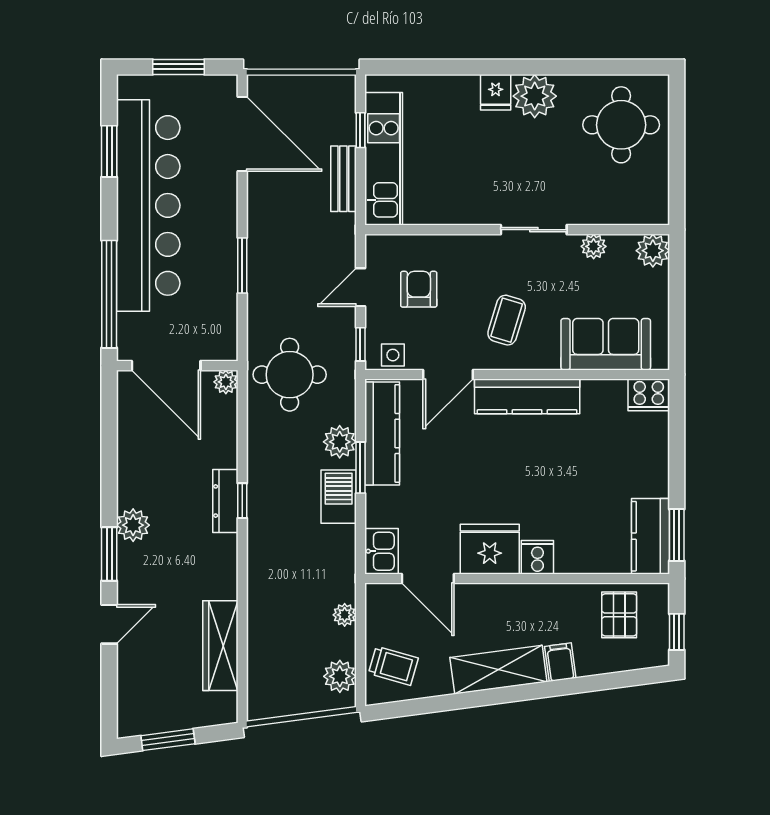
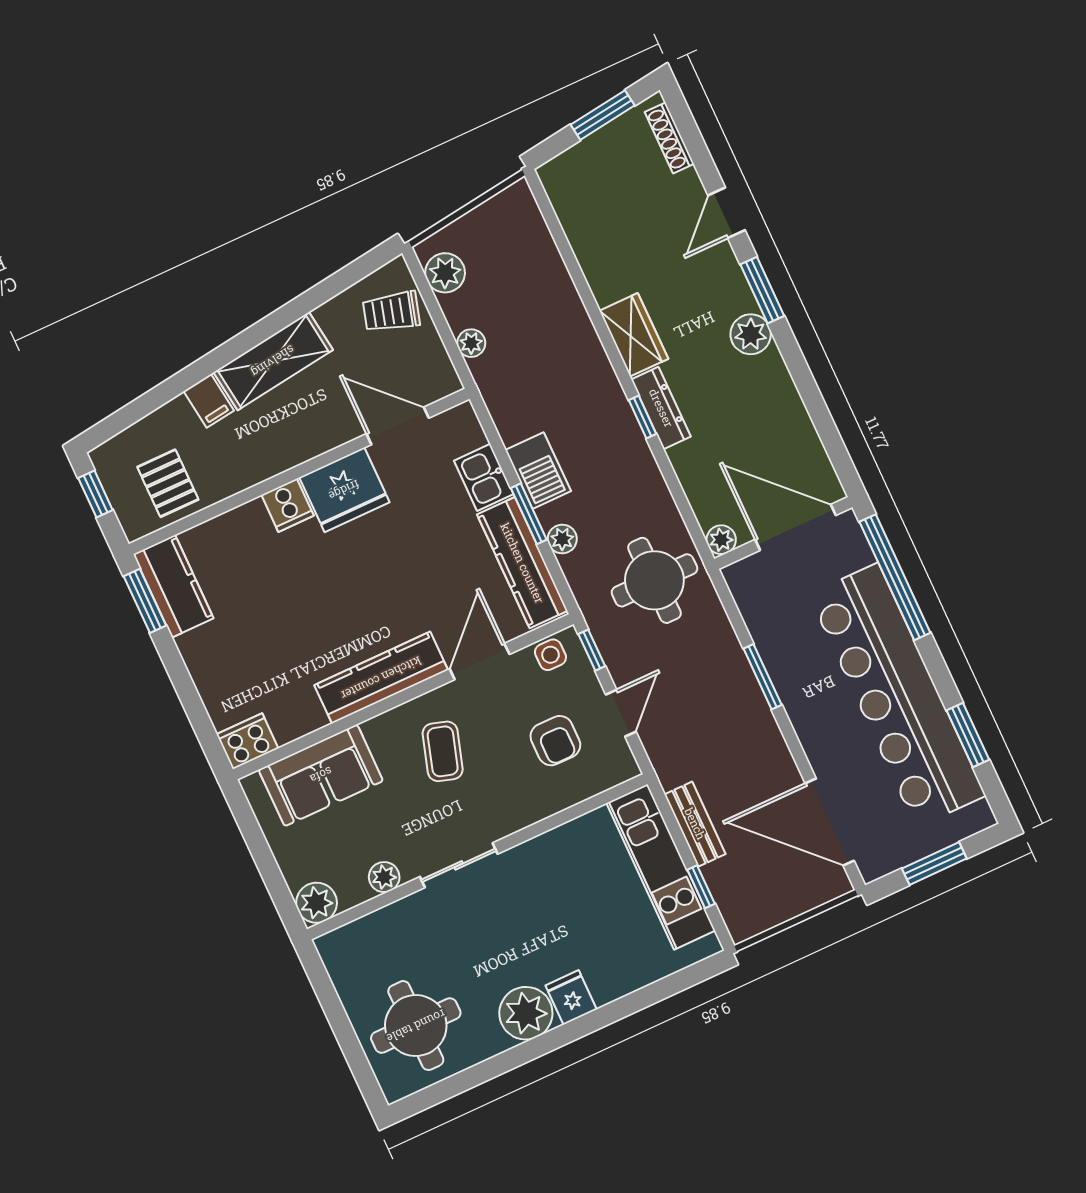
plant: (340, 442) -> (562, 539), width x0.73, depth x0.73
kitchen sink: (381, 551) -> (484, 477), moved
wardrobe: (220, 646) -> (634, 335), moved, width x0.67
shoe rack: (126, 700) -> (669, 138), added

